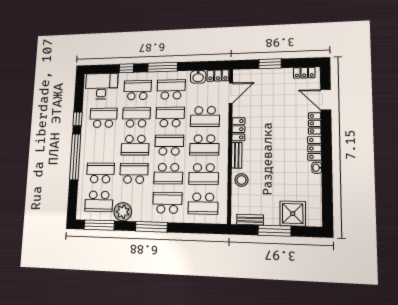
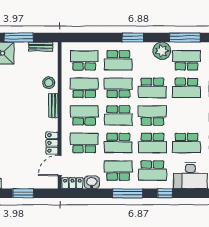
school desk: (171, 89) -> (118, 171), turned 180
locker: (238, 129) -> (52, 143), moved
window: (151, 227) -> (133, 37), width x0.69

